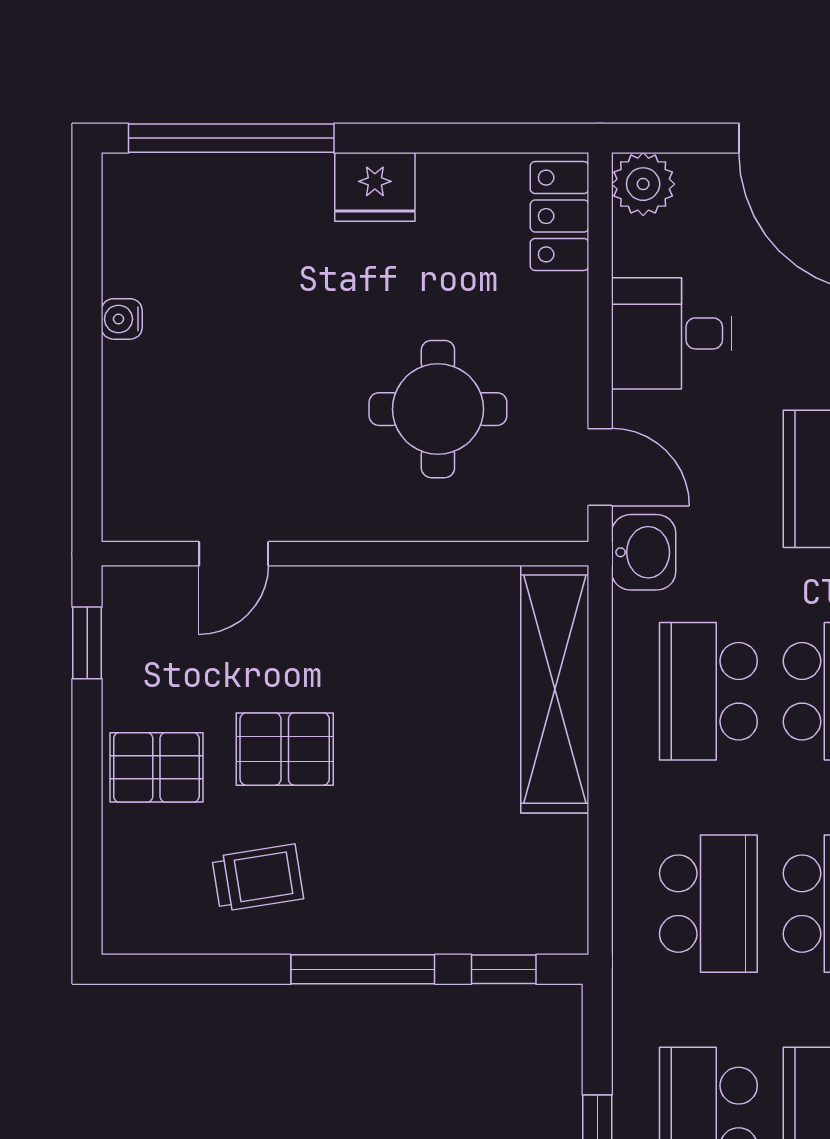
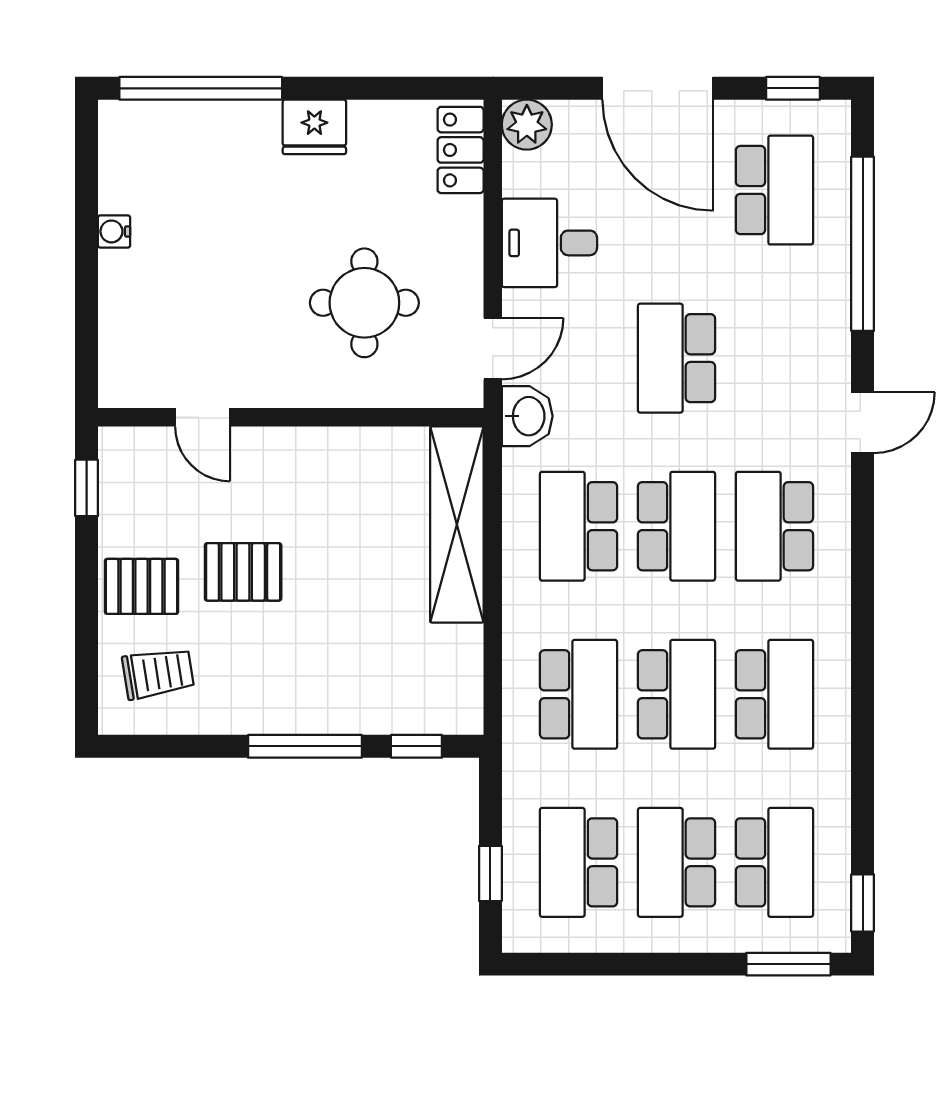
door: (600, 467) -> (493, 349), hinge flipped
door: (234, 554) -> (203, 417), hinge flipped
trolley: (258, 878) -> (158, 673), moved

